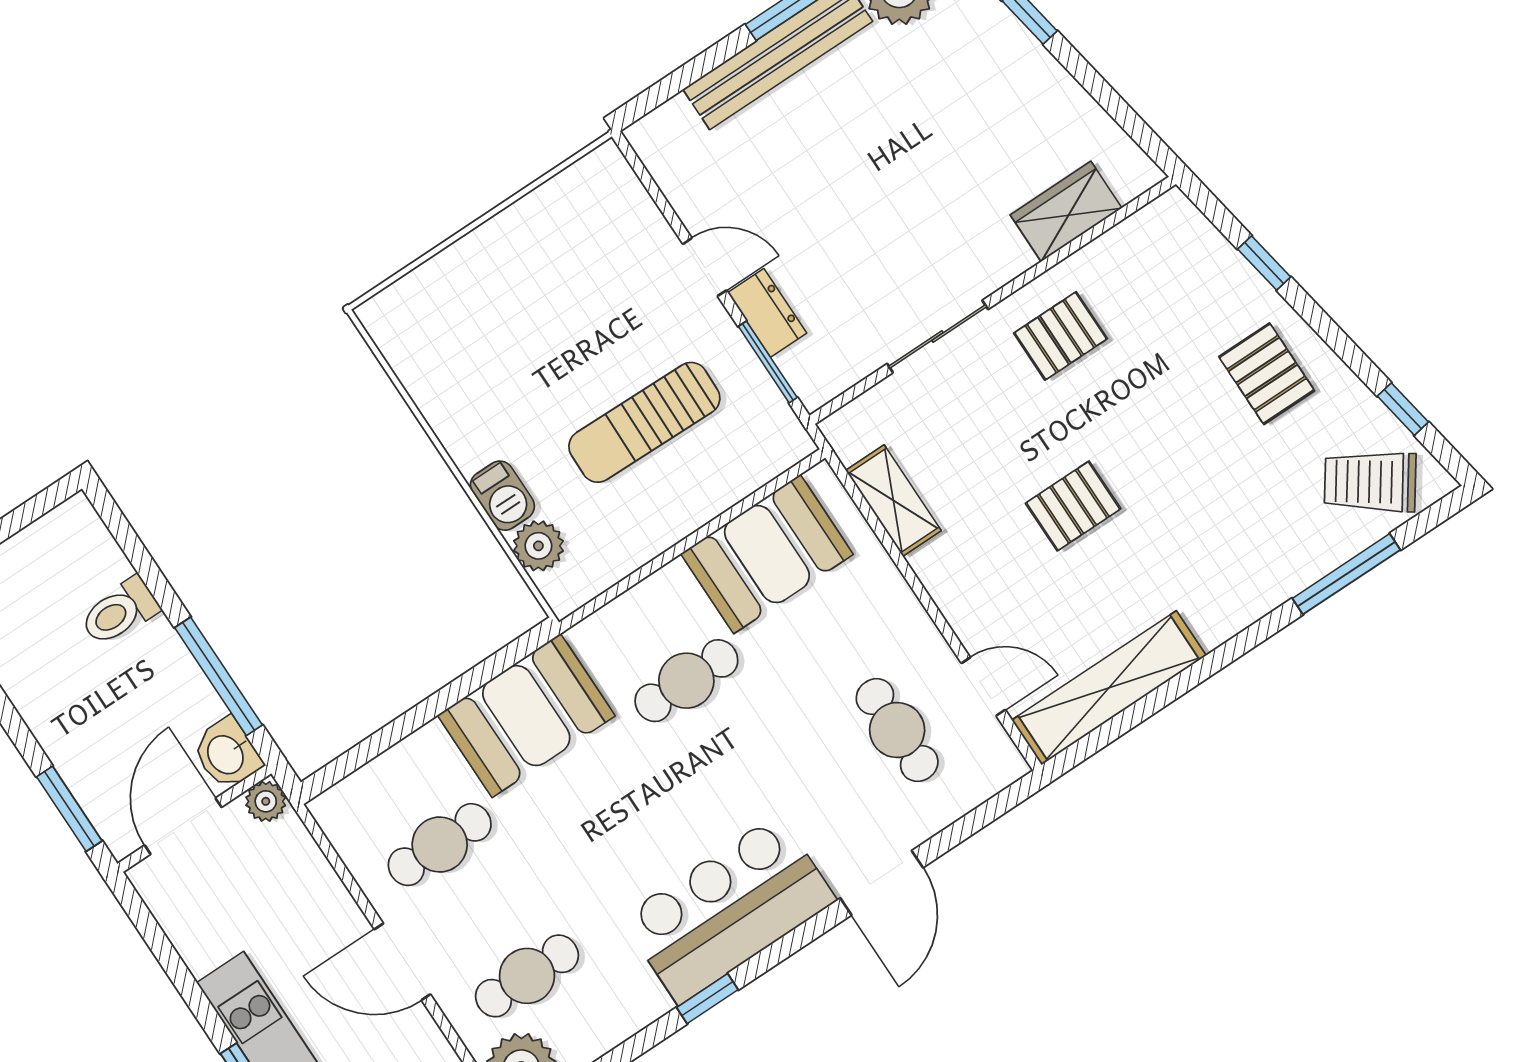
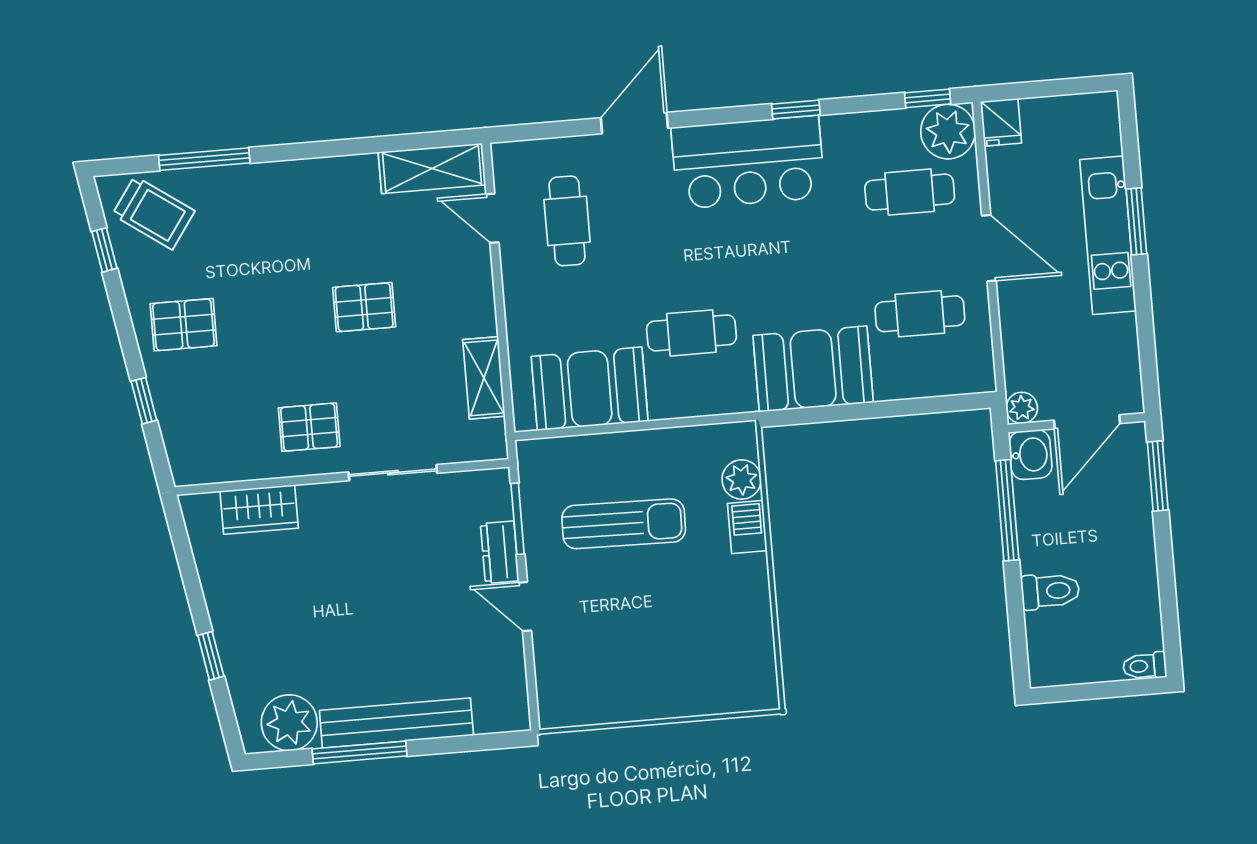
pallet: (1267, 374) -> (184, 325), turned 90
shelving: (1109, 688) -> (432, 168), width x0.68

